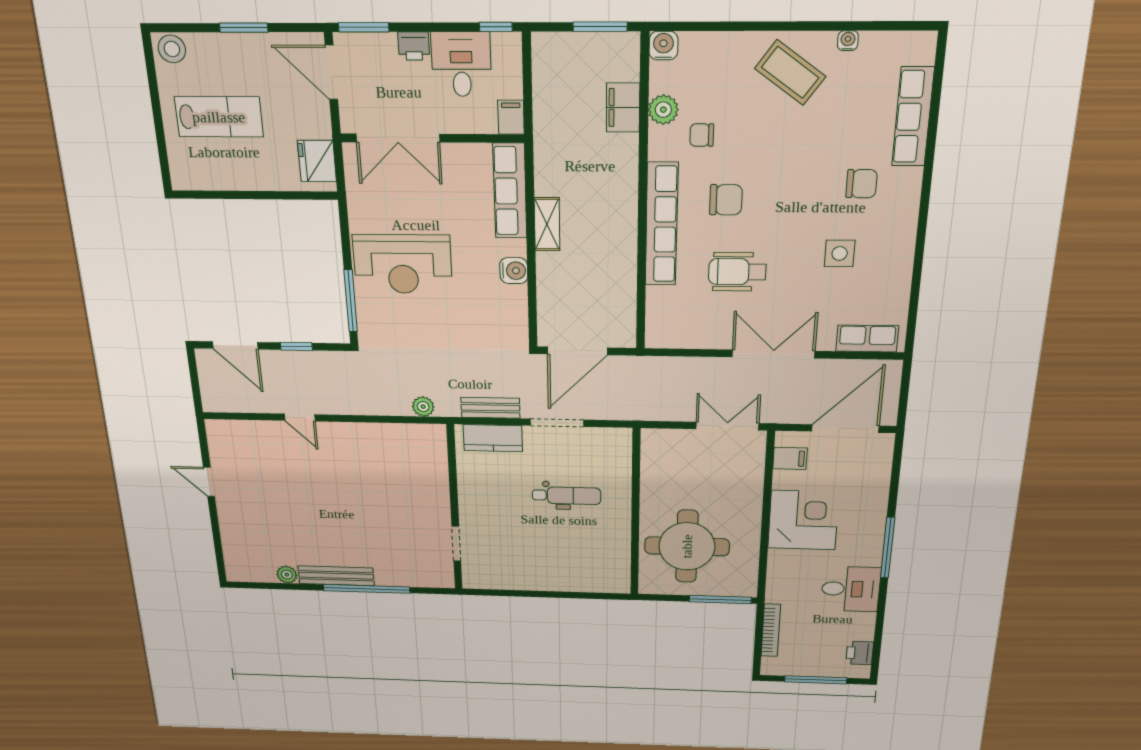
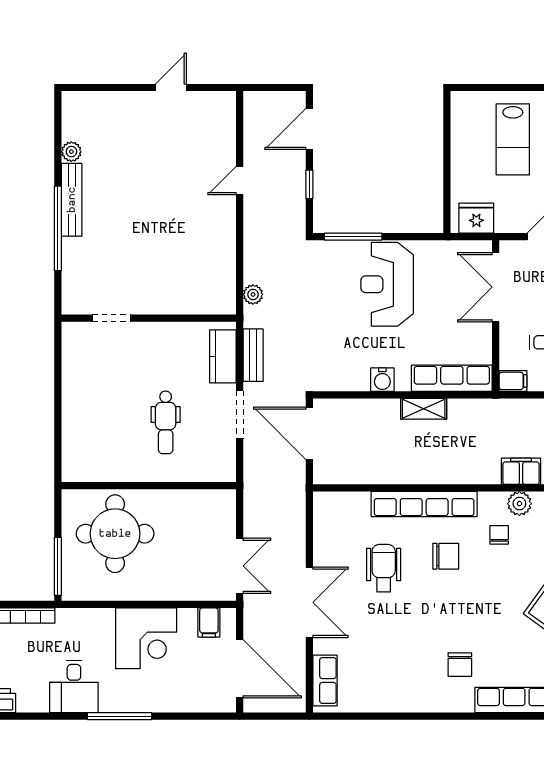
chair: (726, 200) -> (446, 556), turned -90
side table: (840, 253) -> (401, 652), removed

